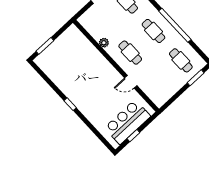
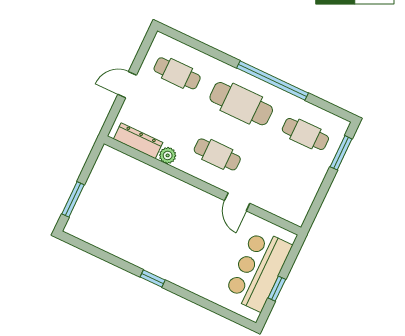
dresser: (91, 29) -> (138, 141), added
cafe table: (153, 31) -> (241, 104), width x1.37, depth x1.35
door: (131, 82) -> (237, 202), hinge flipped

